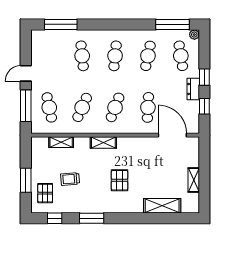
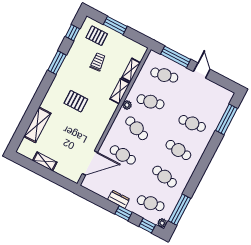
window: (204, 106) -> (147, 226), moved
cafe table: (82, 107) -> (150, 102), turned -36
plant: (97, 129) -> (127, 105), added
shelving: (103, 143) -> (120, 91), moved

